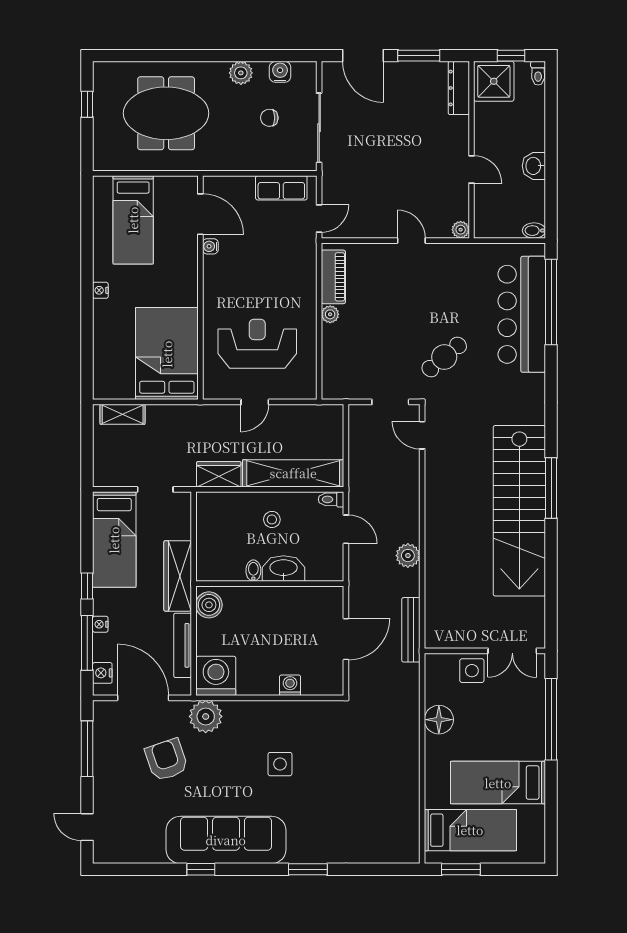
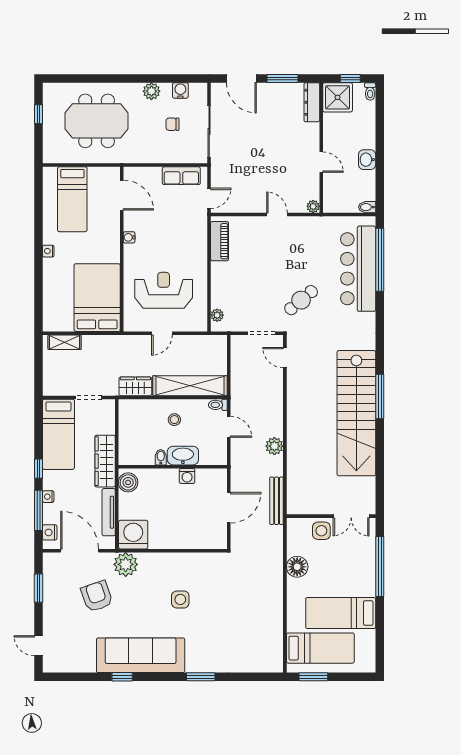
water cooler: (210, 246) -> (129, 237), moved
plant: (330, 314) -> (217, 315), moved
washing machine: (290, 685) -> (187, 476), moved, turned 180
window: (87, 749) -> (38, 588), width x0.69

